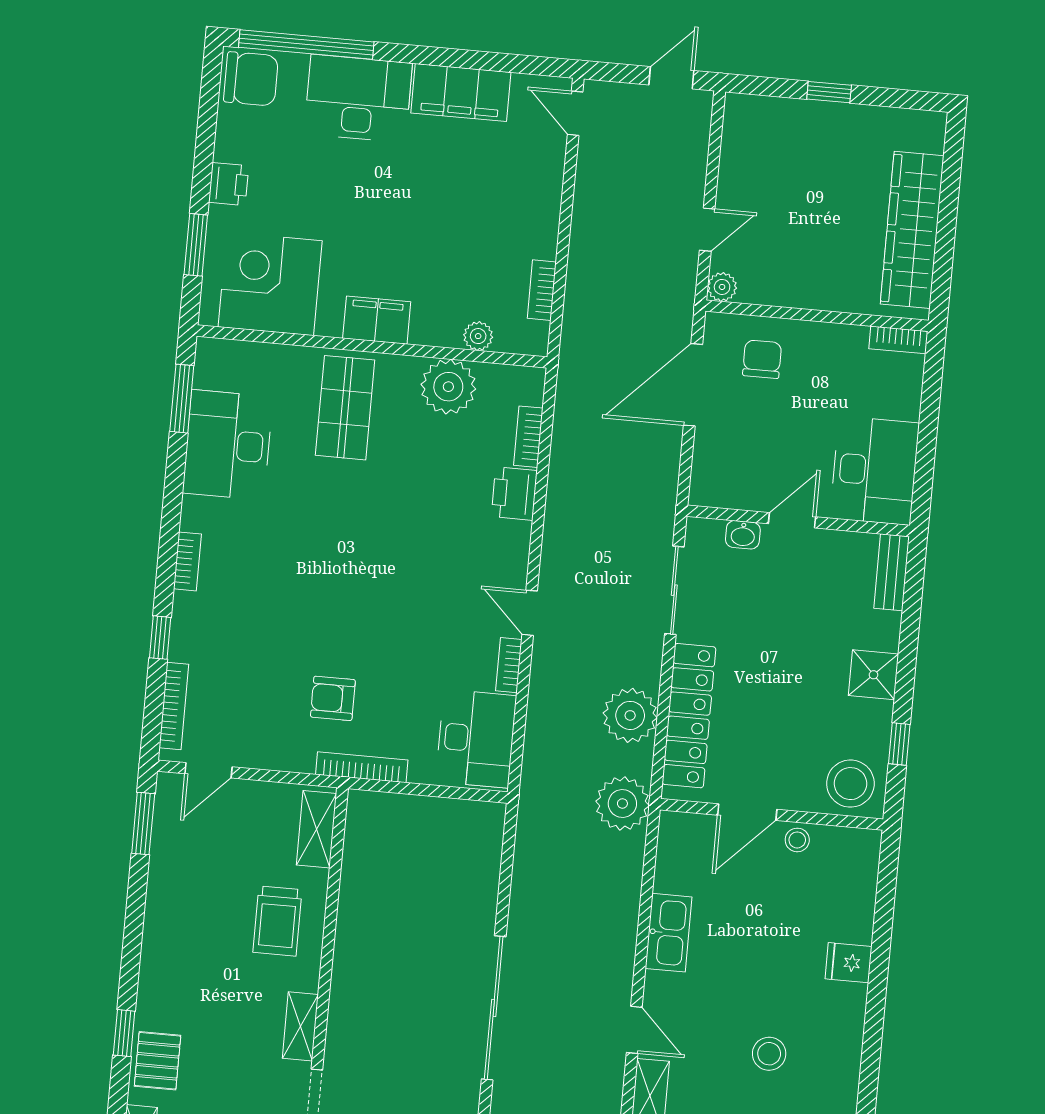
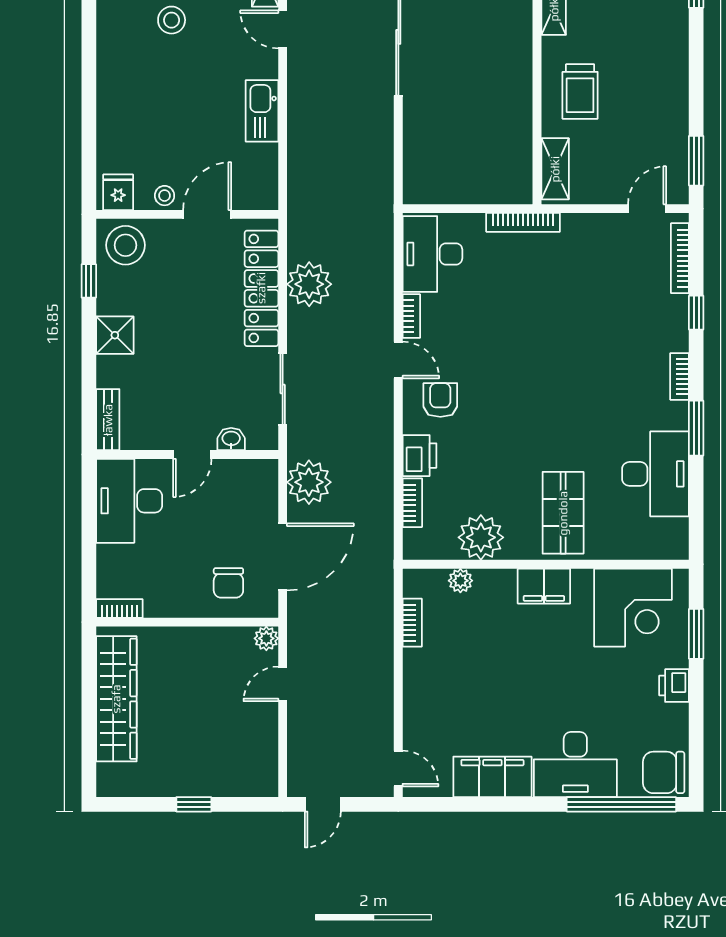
window: (182, 399) -> (696, 428), moved
armchair: (333, 698) -> (440, 400), moved, turned -90
plant: (622, 804) -> (309, 482), moved
trolley: (277, 921) -> (580, 91), turned 180
fridge: (848, 963) -> (118, 192), moved, turned -90

